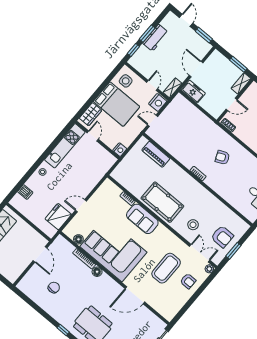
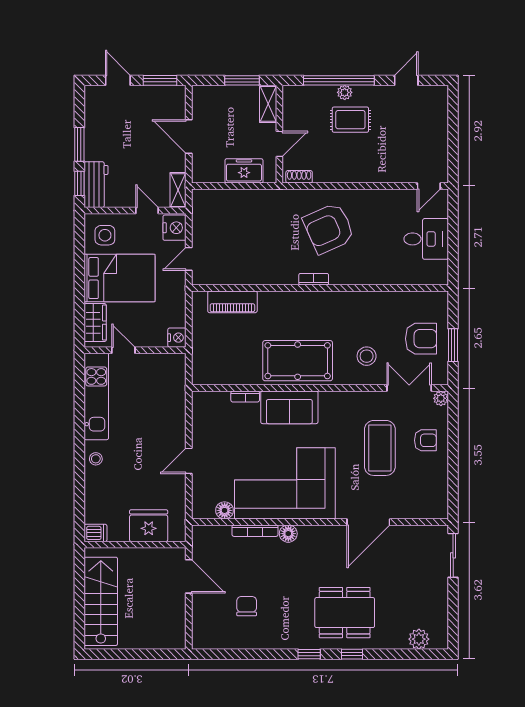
workbench: (156, 38) -> (96, 185), moved
freezer: (193, 92) -> (244, 171), moved
armchair: (222, 157) -> (329, 228), width x1.88, depth x1.88
dishwasher: (25, 192) -> (95, 533), moved
fridge: (58, 217) -> (149, 526), moved, turned 90

